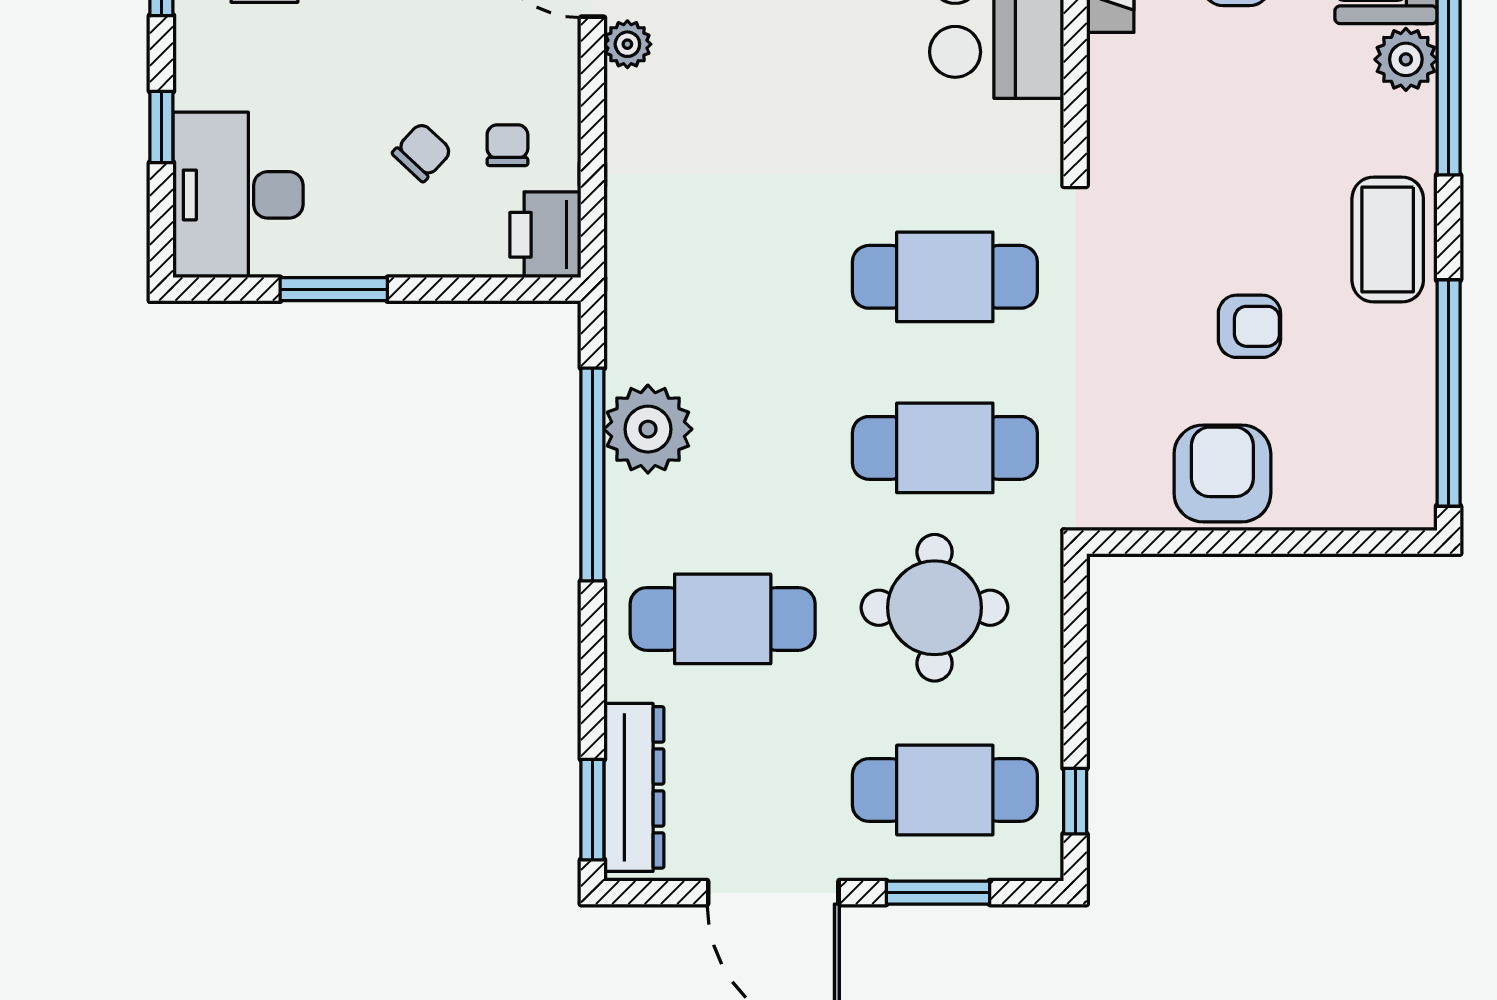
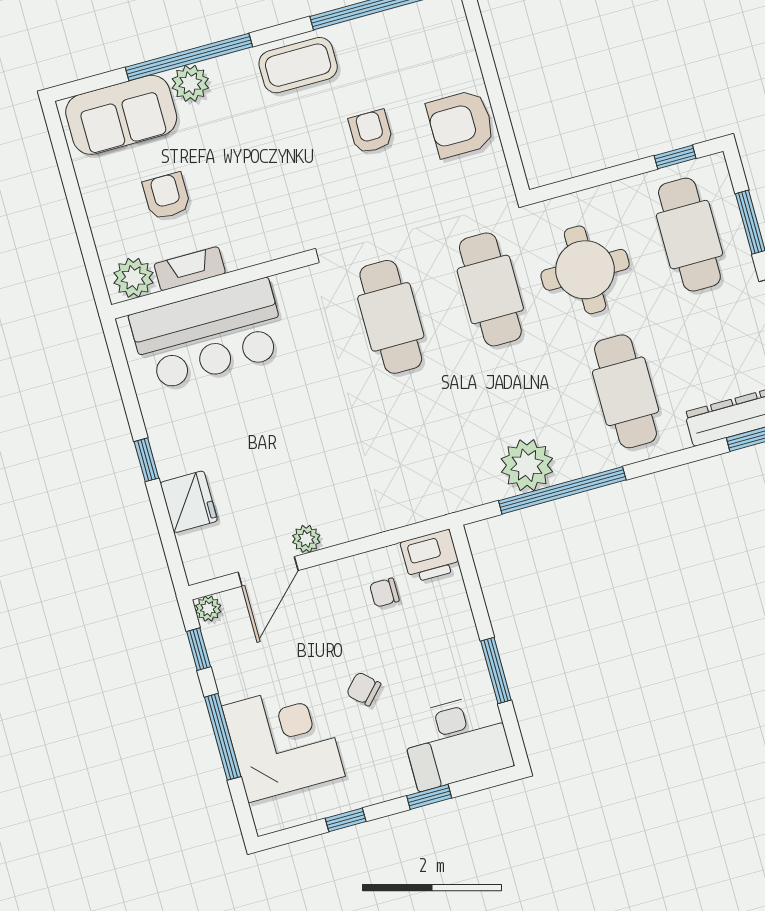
chair: (422, 152) -> (364, 689), moved

